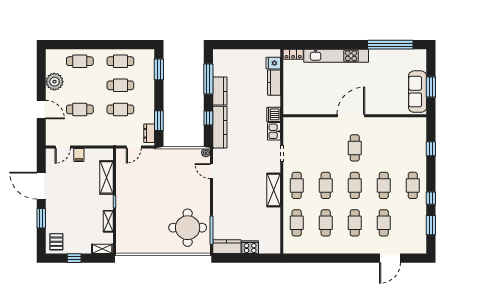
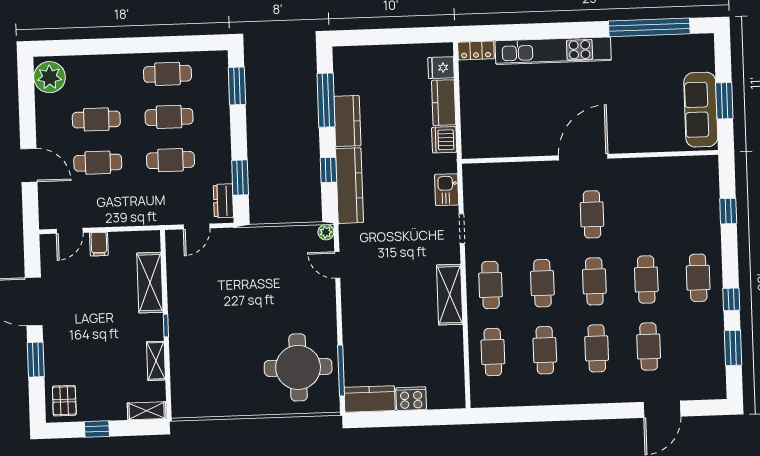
cafe table: (80, 61) -> (96, 119), moved
plant: (54, 82) -> (50, 77), moved
dishwasher: (274, 114) -> (444, 140), moved

